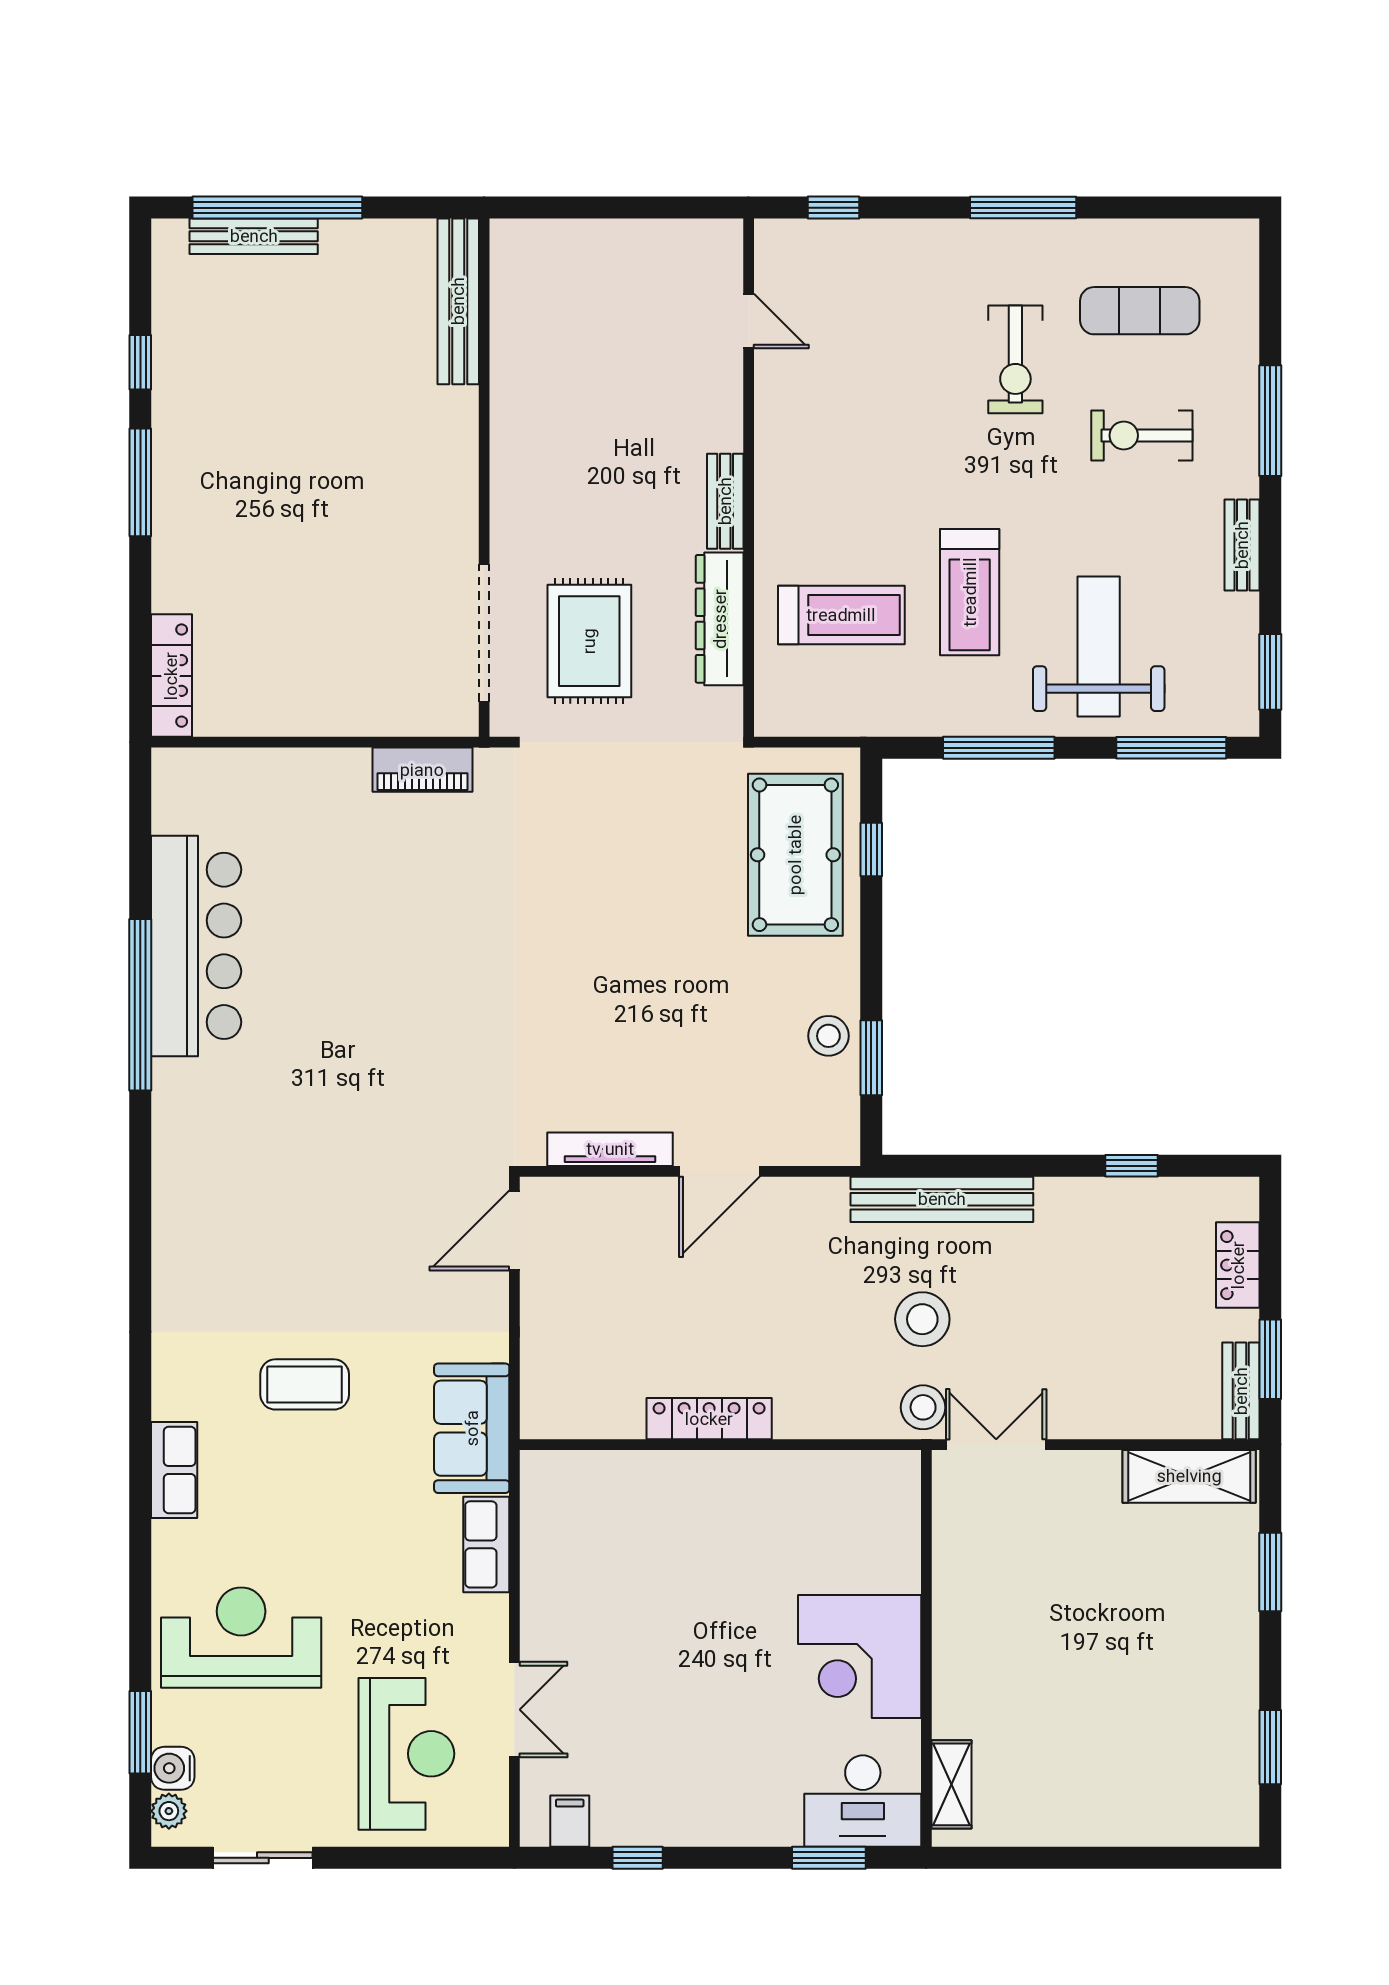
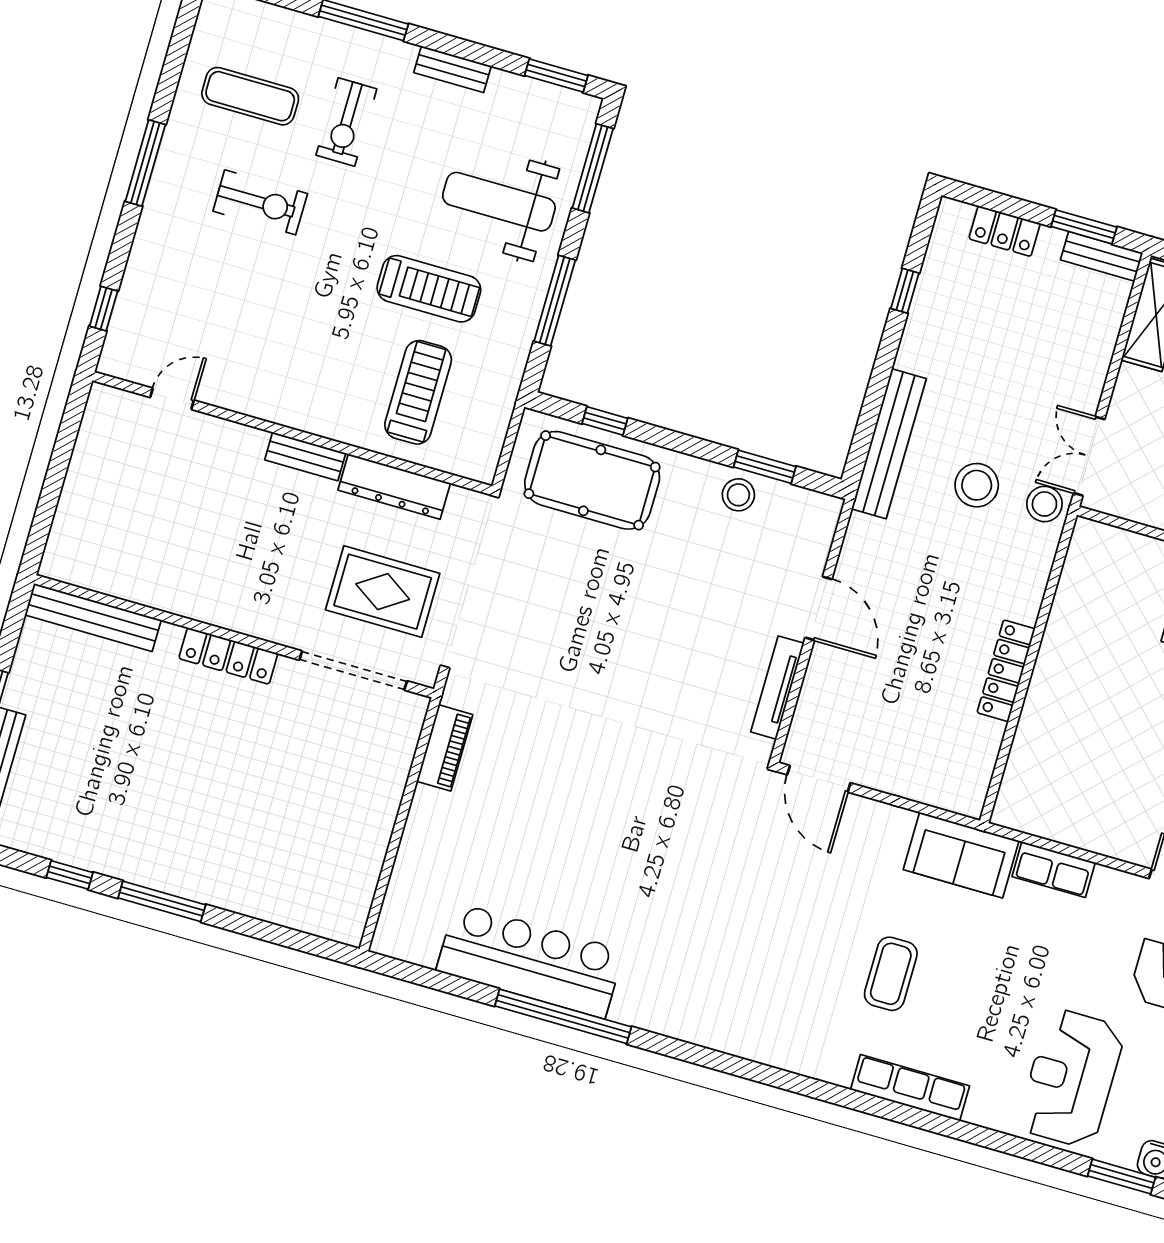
exercise mat: (1140, 311) -> (250, 96), turned 90
locker: (171, 676) -> (228, 656), moved, turned 180
row of seats: (174, 1470) -> (910, 1088), width x1.48

